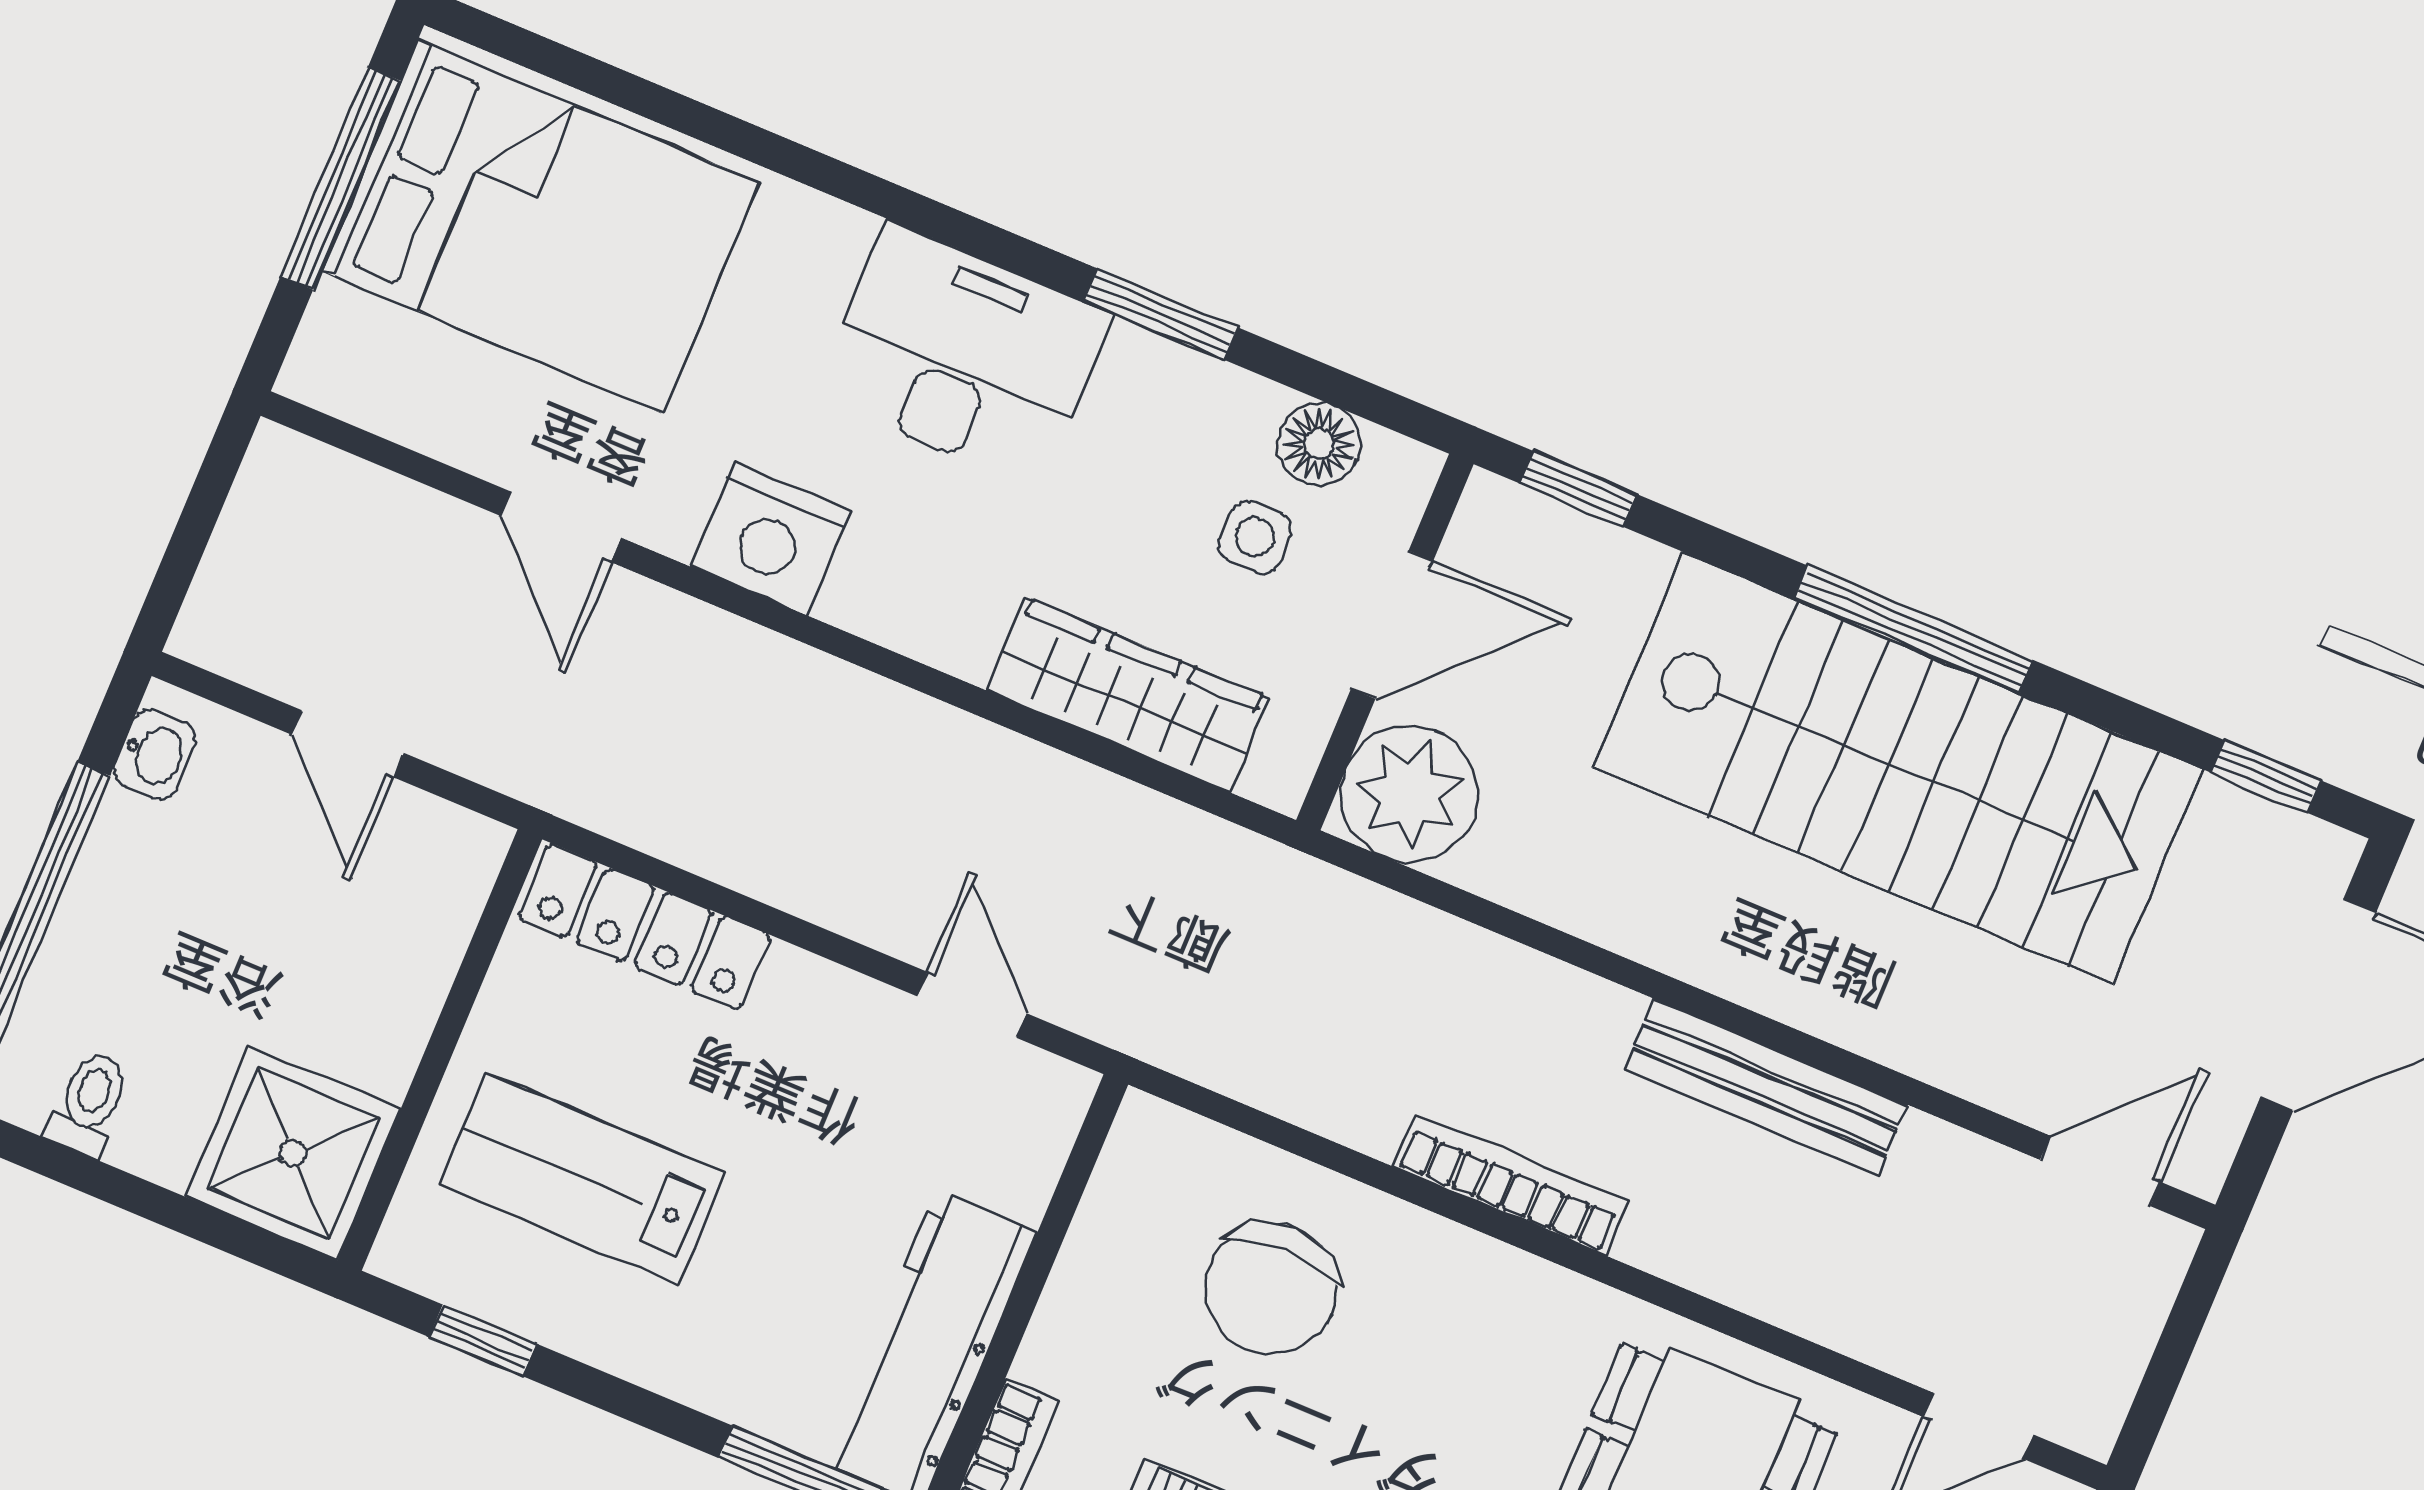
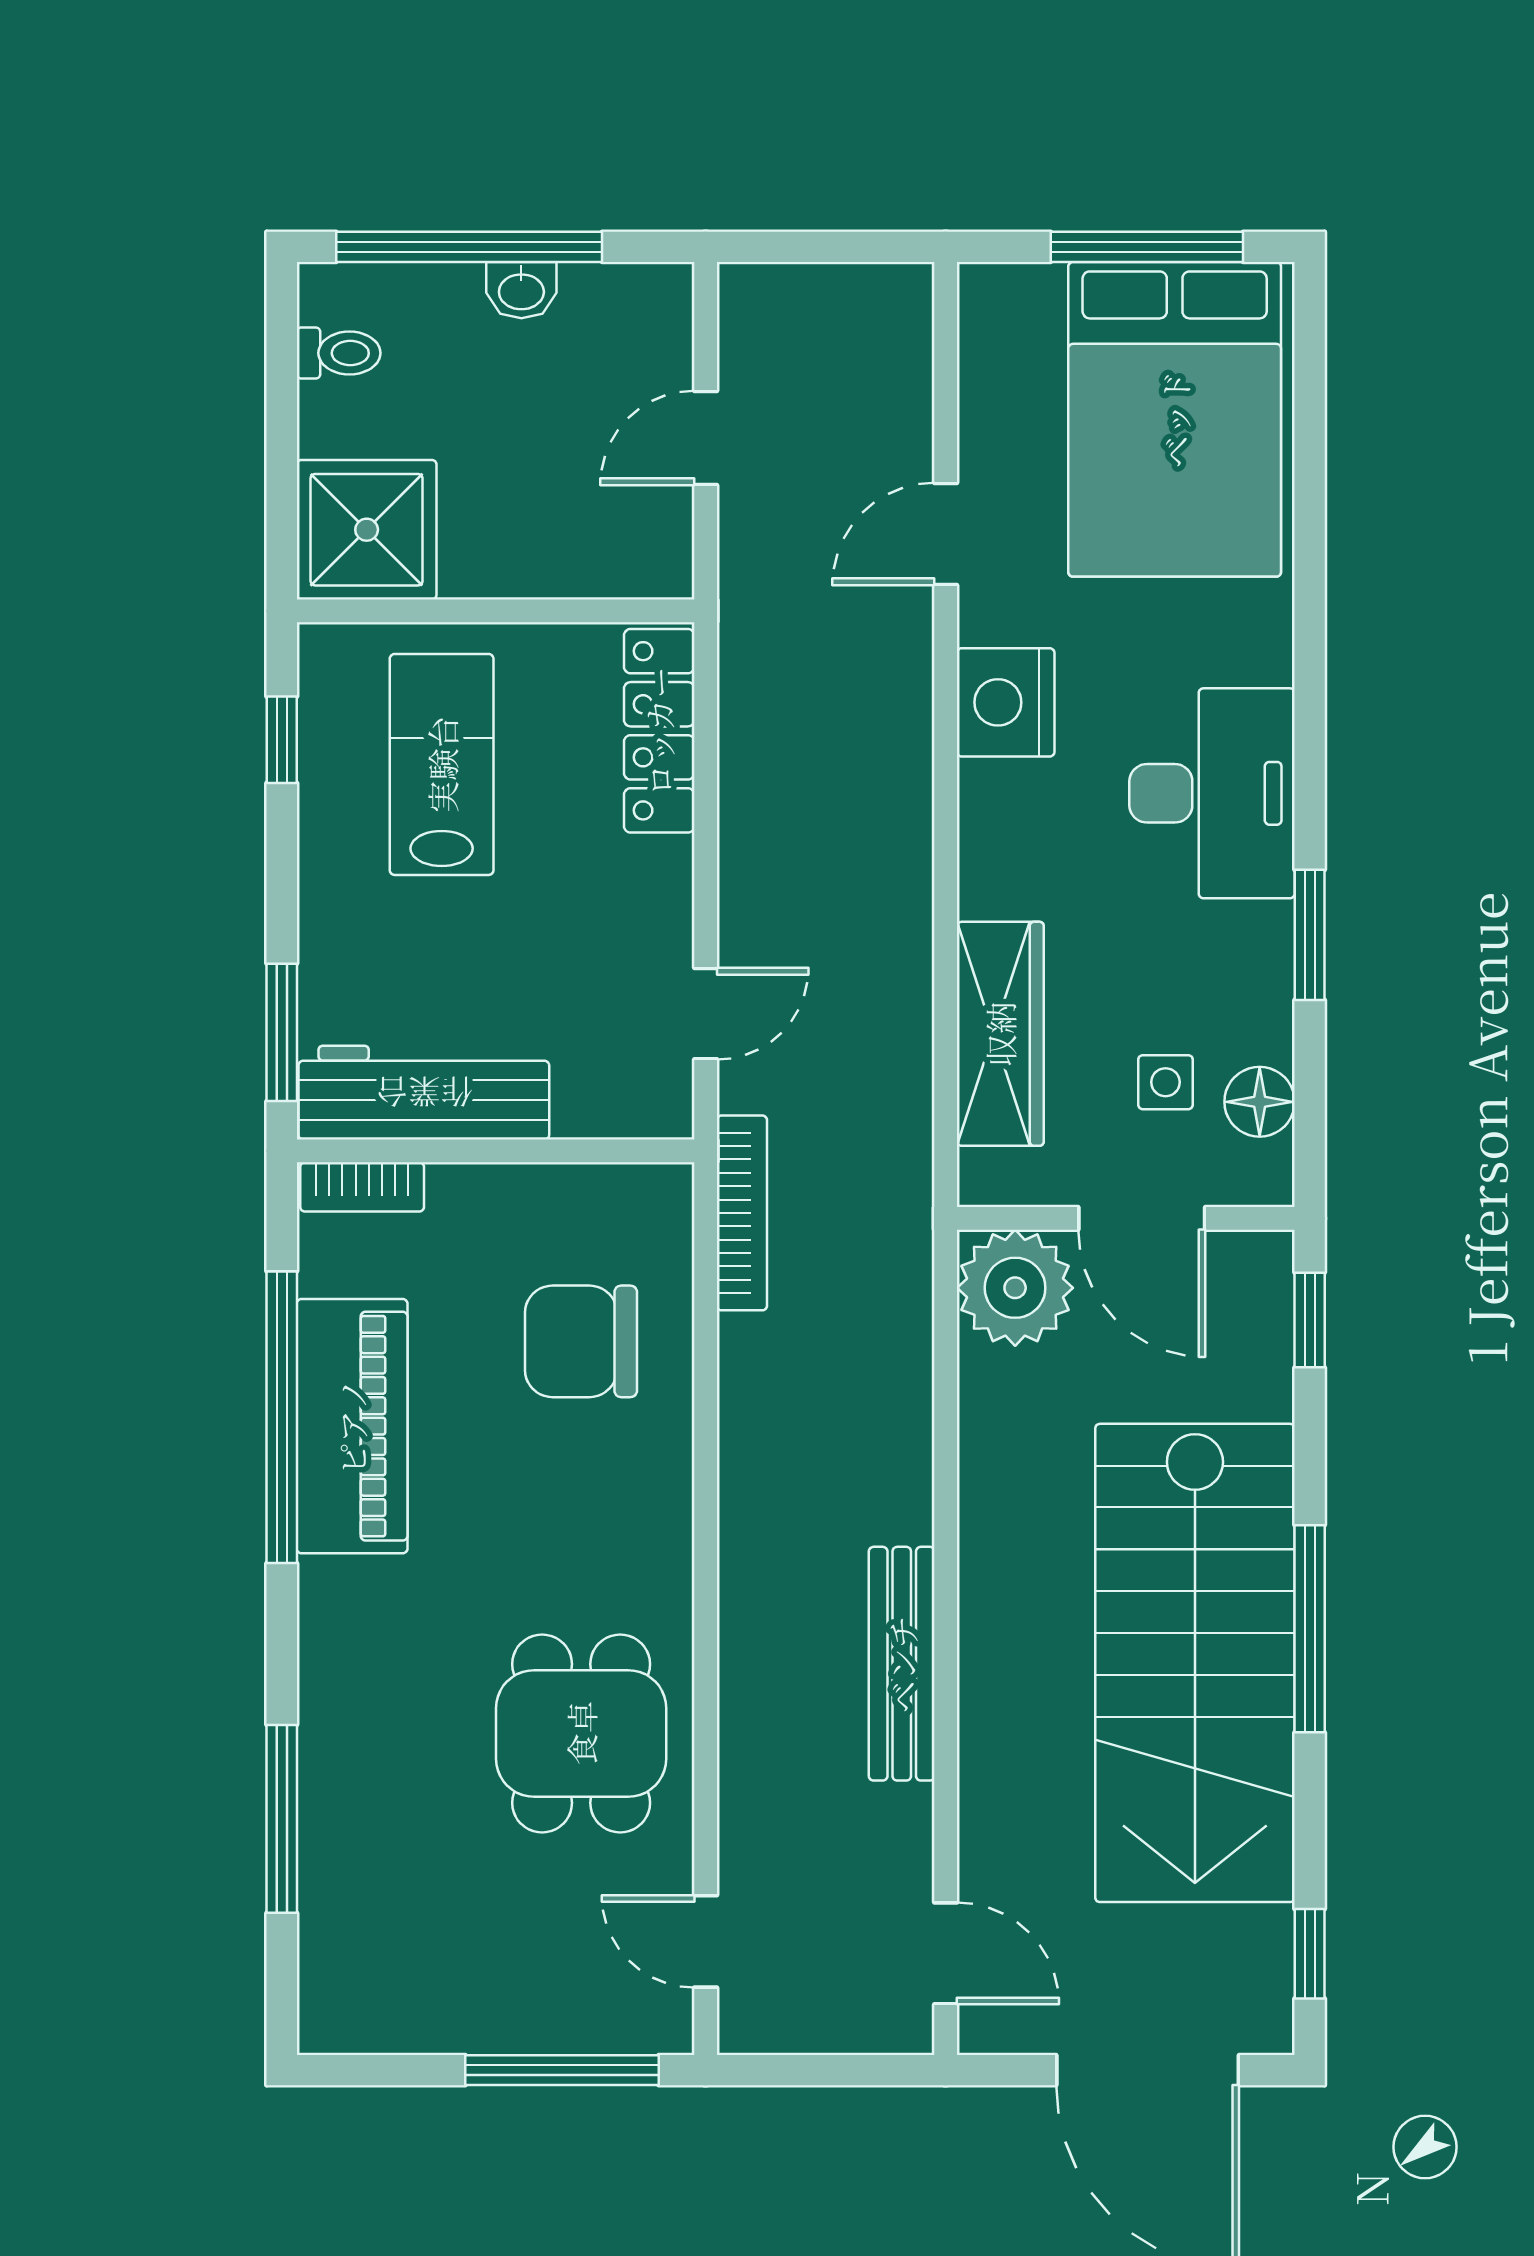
washbasin: (155, 754) -> (521, 290), moved
bookcase: (1510, 1184) -> (742, 1213), moved

